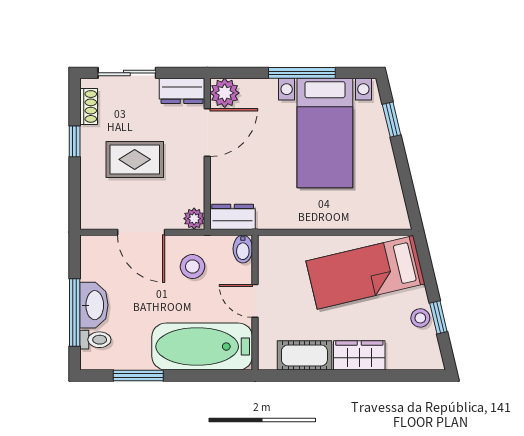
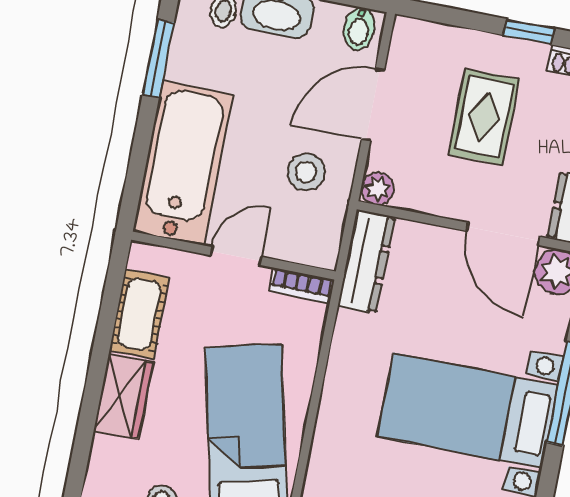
dresser: (233, 217) -> (366, 262), width x1.44
bidet: (243, 249) -> (359, 29), moved, turned -90
bookcase: (266, 255) -> (302, 286), added

